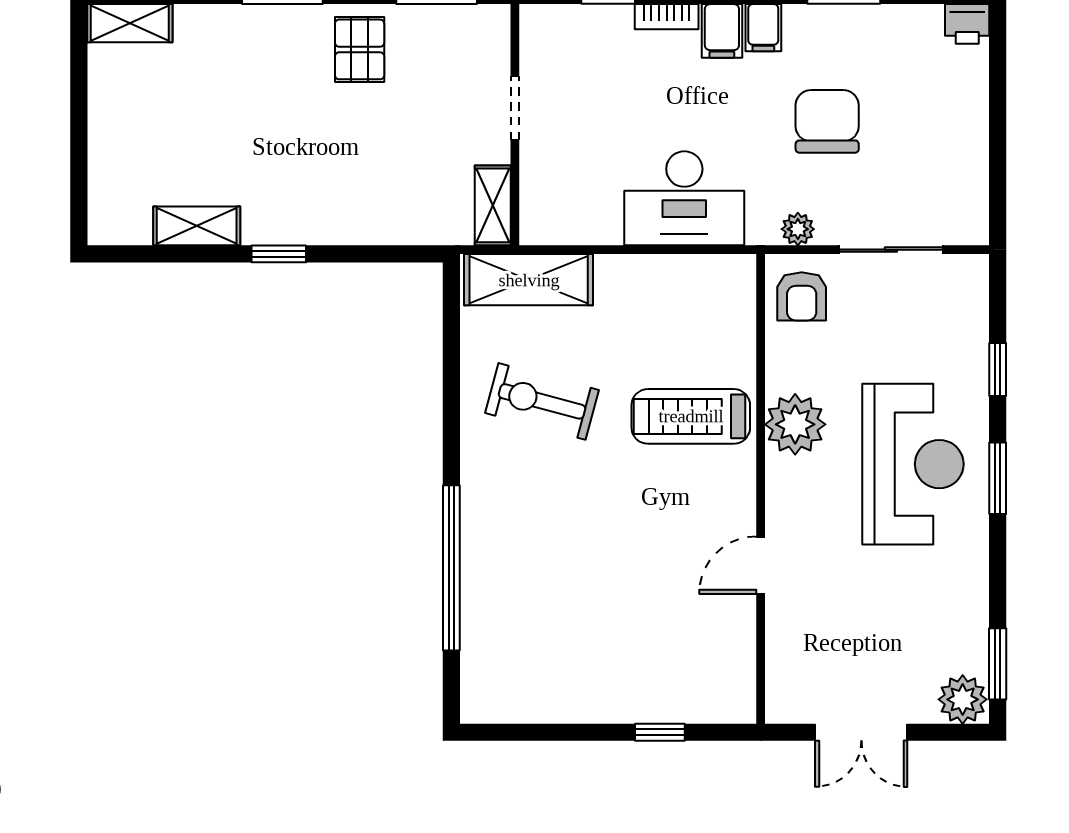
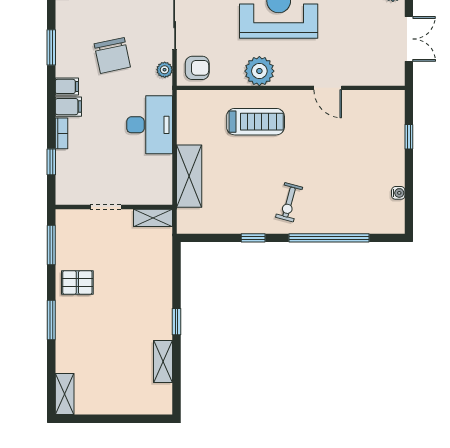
chair: (827, 121) -> (112, 55), turned -102
shelving: (529, 280) -> (189, 176), moved
exercise bike: (542, 401) -> (289, 202), moved, width x0.73, depth x0.72
window: (451, 411) -> (253, 238), added
treadmill: (691, 416) -> (256, 122), turned -90
water cooler: (544, 710) -> (398, 193), added

